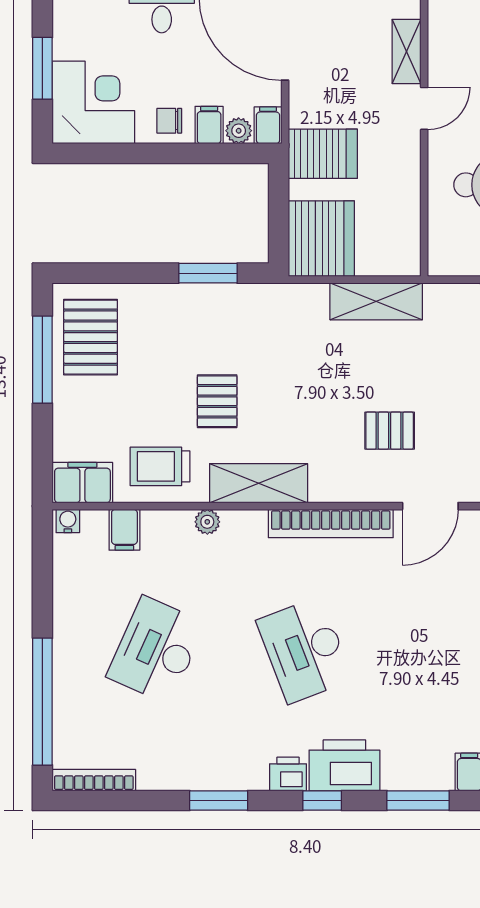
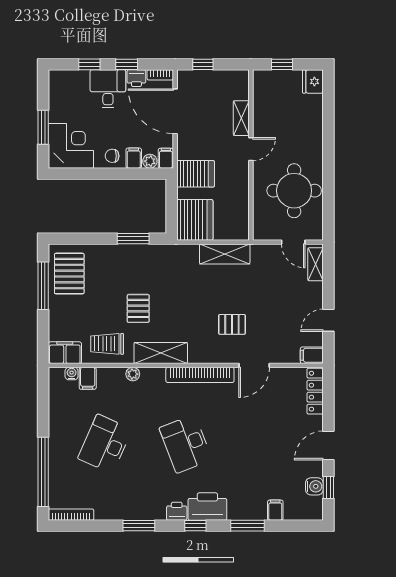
water cooler: (68, 521) -> (72, 374), moved

